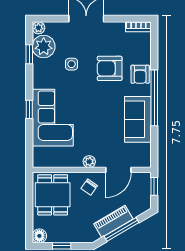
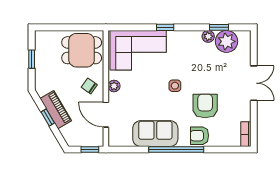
plant: (38, 28) -> (208, 36), moved
side table: (72, 64) -> (175, 86), moved
corner sofa: (53, 118) -> (138, 50), moved
window: (122, 229) -> (48, 118), width x0.46
floor lamp: (39, 236) -> (41, 37), removed

